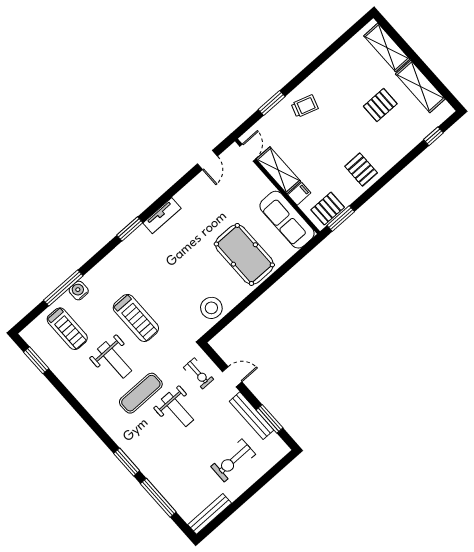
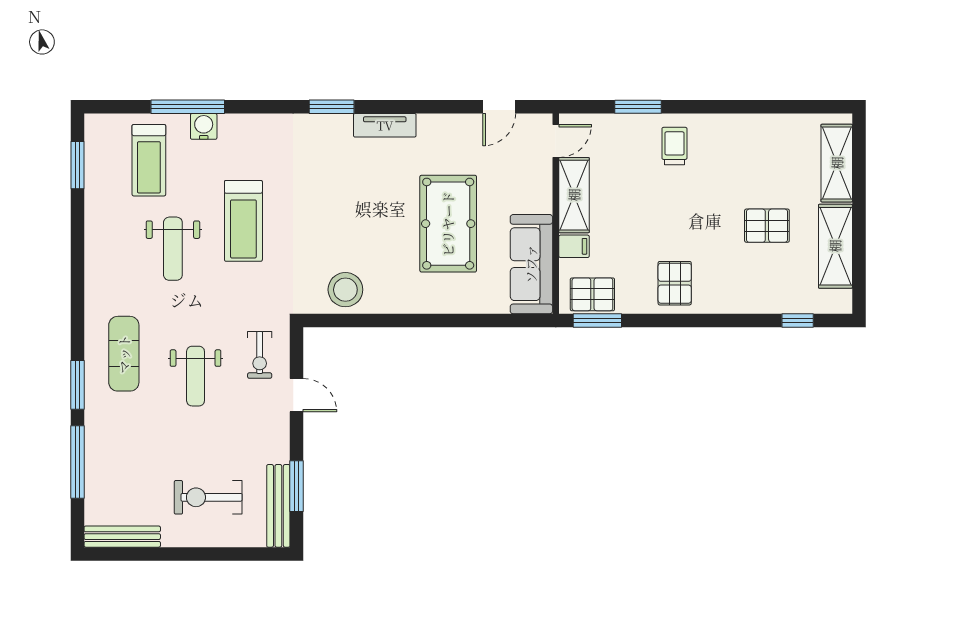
trolley: (305, 106) -> (674, 146), turned -108
pool table: (244, 254) -> (448, 224), moved
exercise mat: (141, 393) -> (124, 354), moved, turned 90
bench: (252, 416) -> (278, 506), moved

